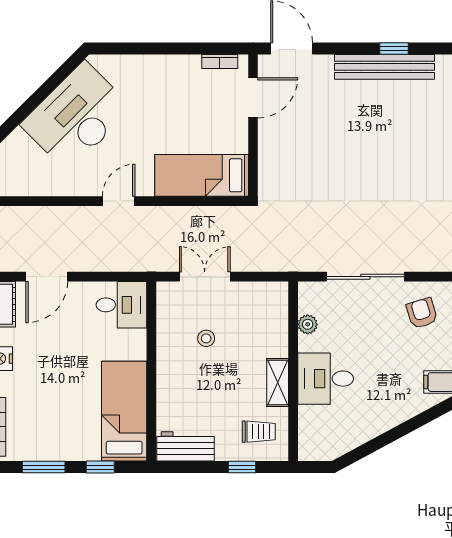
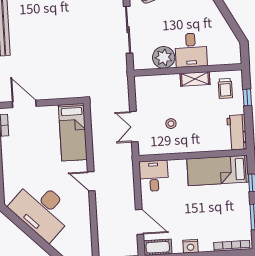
plant: (308, 324) -> (164, 57), width x1.87, depth x1.87
trolley: (259, 432) -> (225, 88), turned 180

